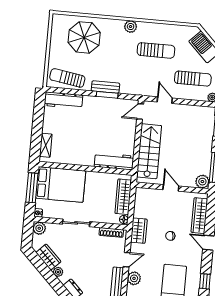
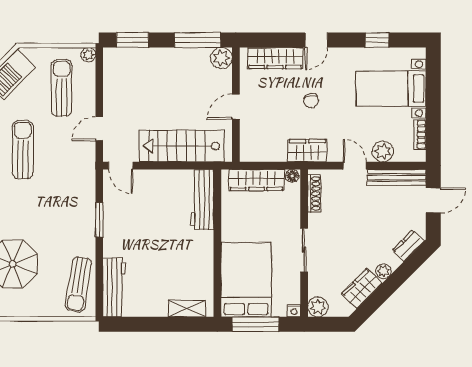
bench: (105, 87) -> (87, 223), removed

